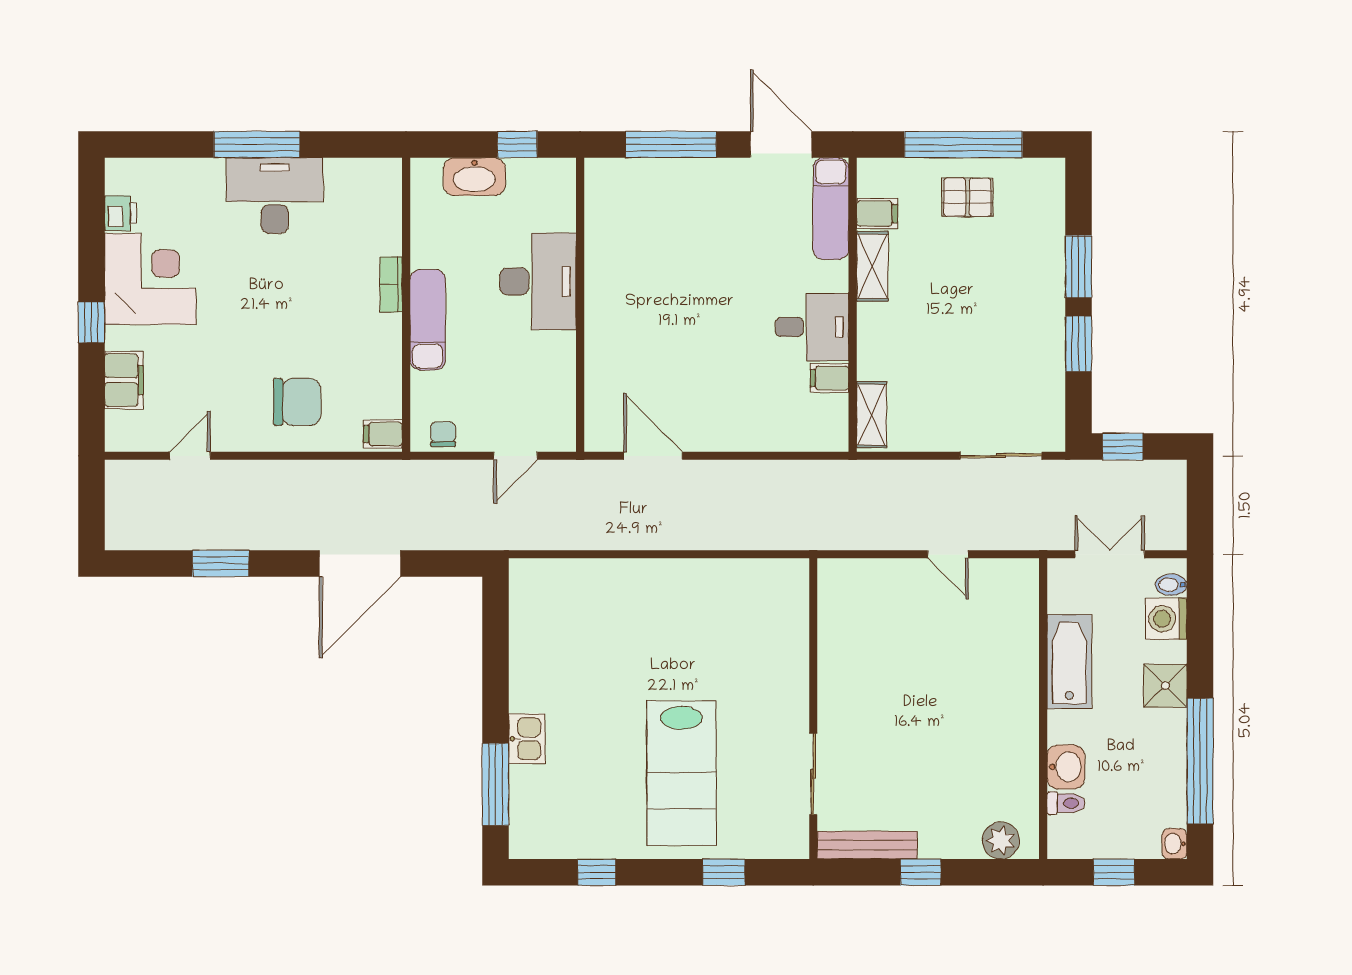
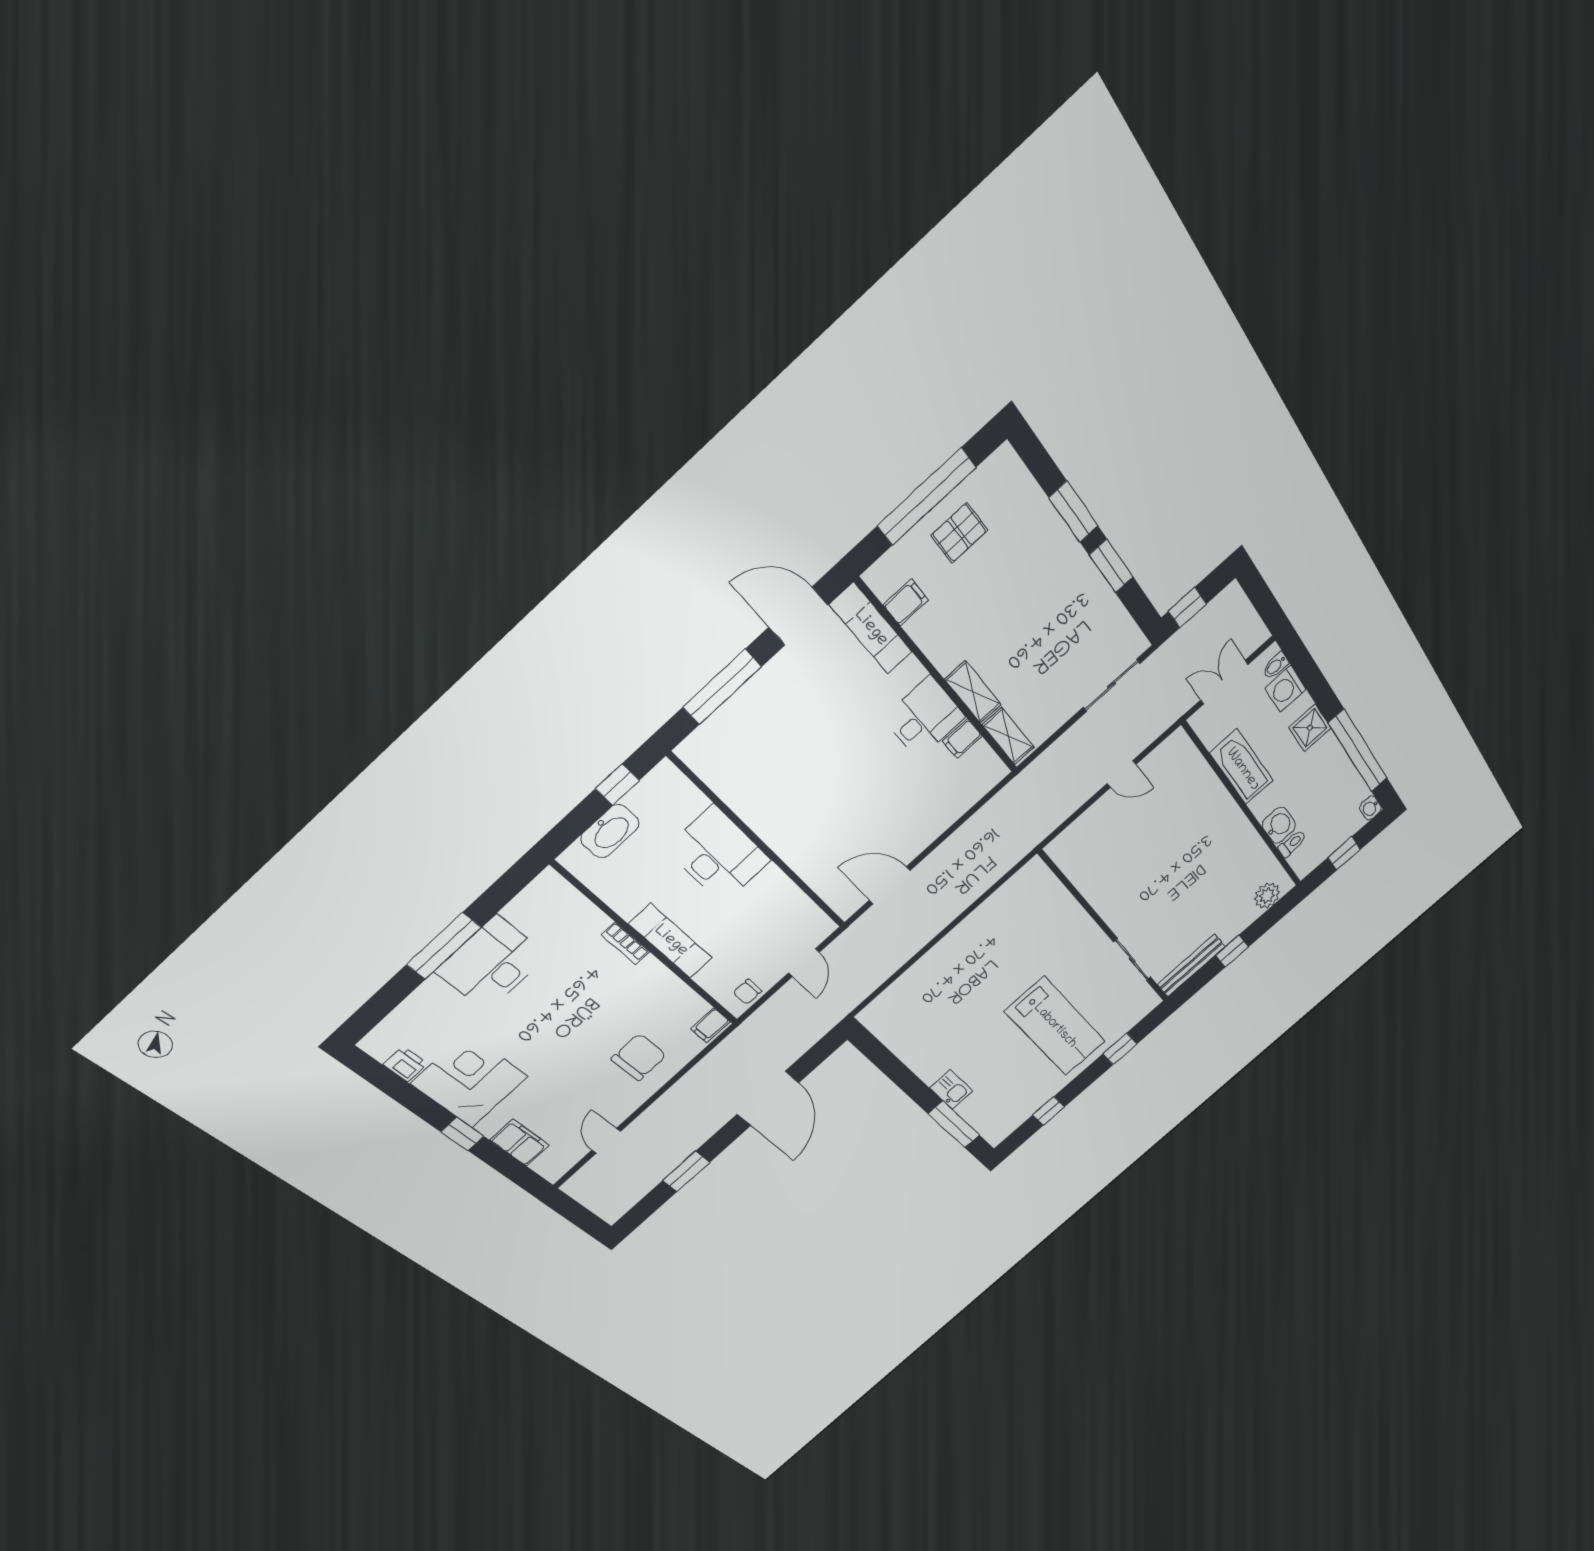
shelving: (872, 266) -> (973, 692), moved
chair: (443, 434) -> (747, 992), turned -90

